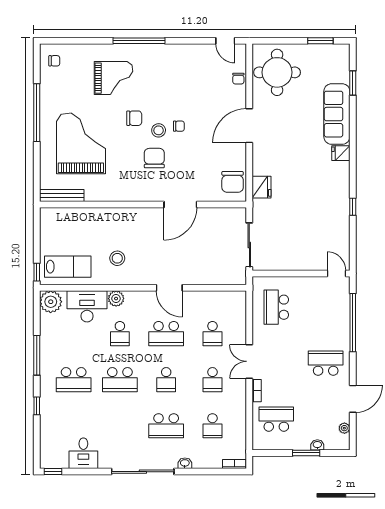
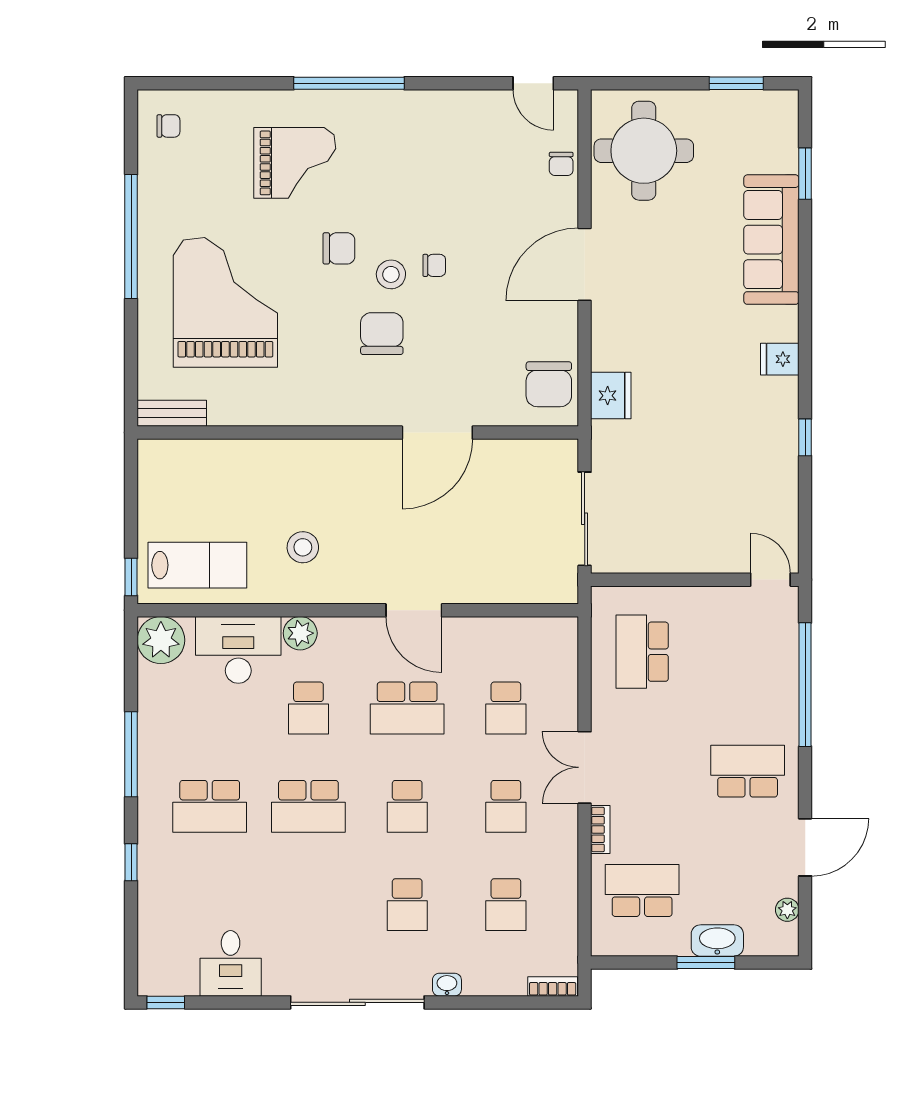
fridge: (341, 153) -> (780, 359), moved
bench: (62, 195) -> (172, 413), width x0.73
school desk: (166, 426) -> (407, 905), width x0.54
washbasin: (317, 445) -> (717, 941), width x1.91, depth x1.45

